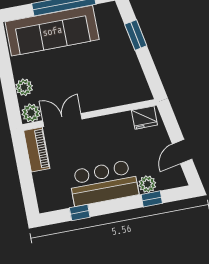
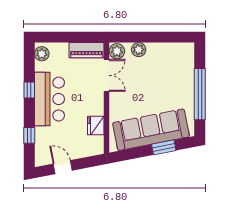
sofa: (52, 31) -> (151, 130), moved, turned 79
fridge: (144, 118) -> (96, 126), moved
plant: (147, 184) -> (42, 54), moved
window: (80, 212) -> (29, 90), moved

